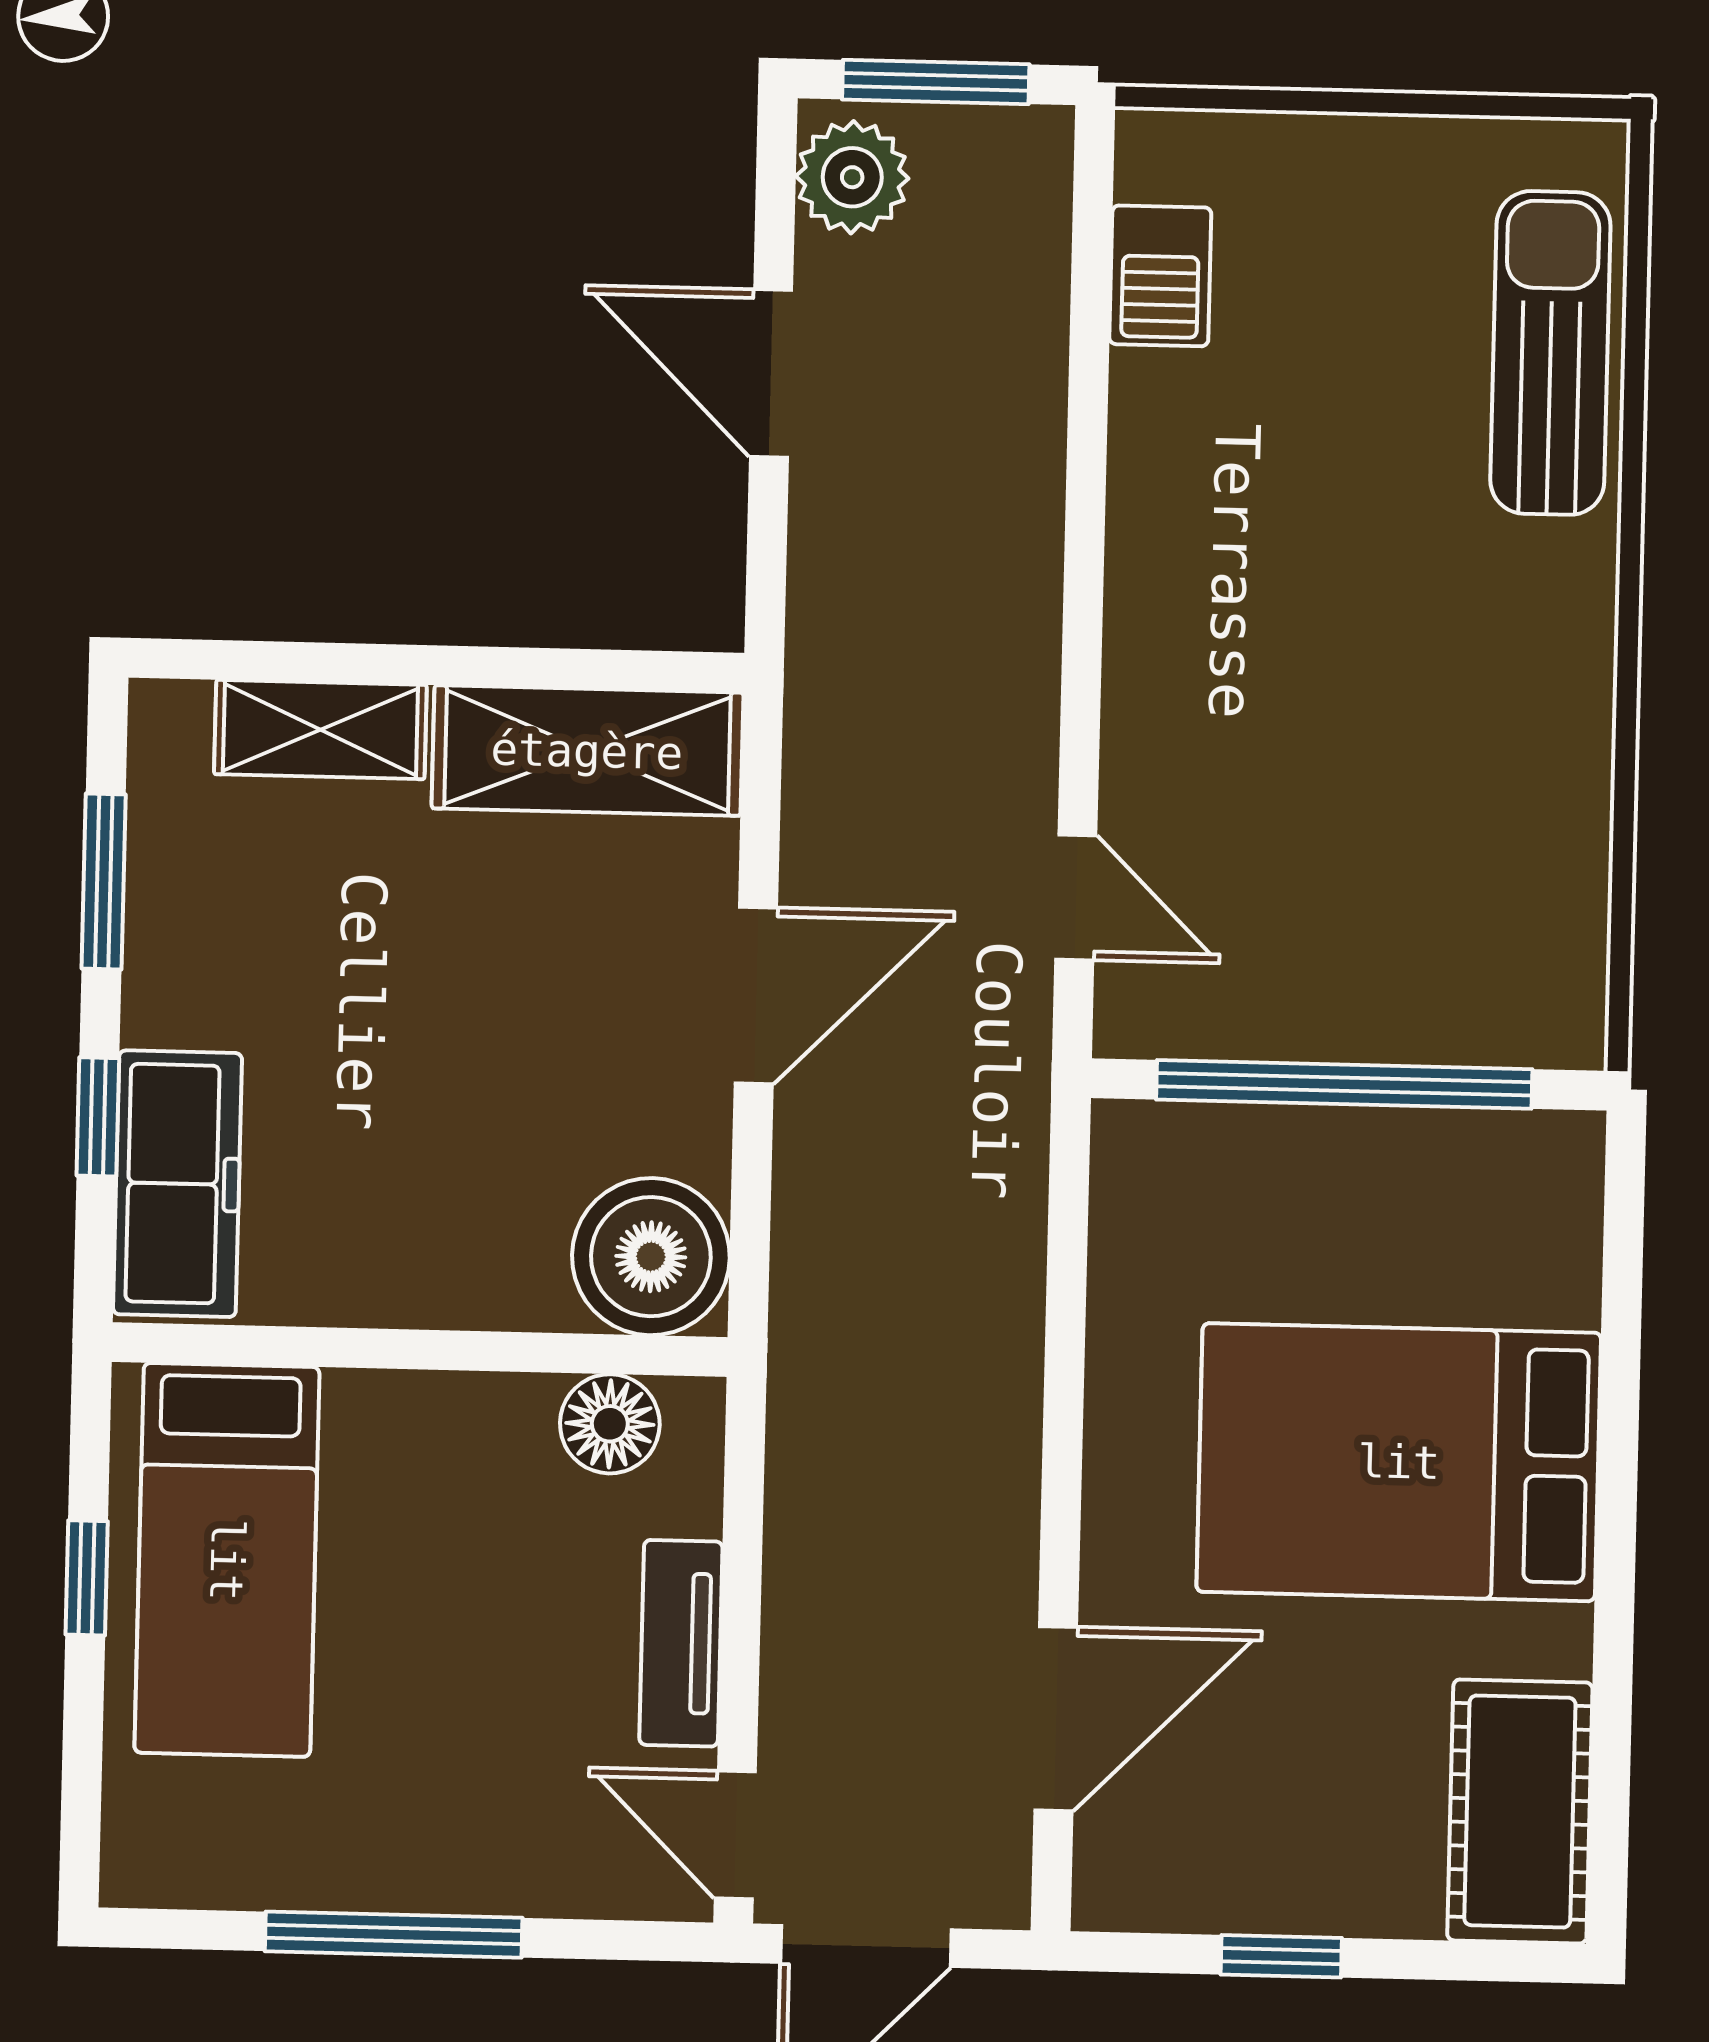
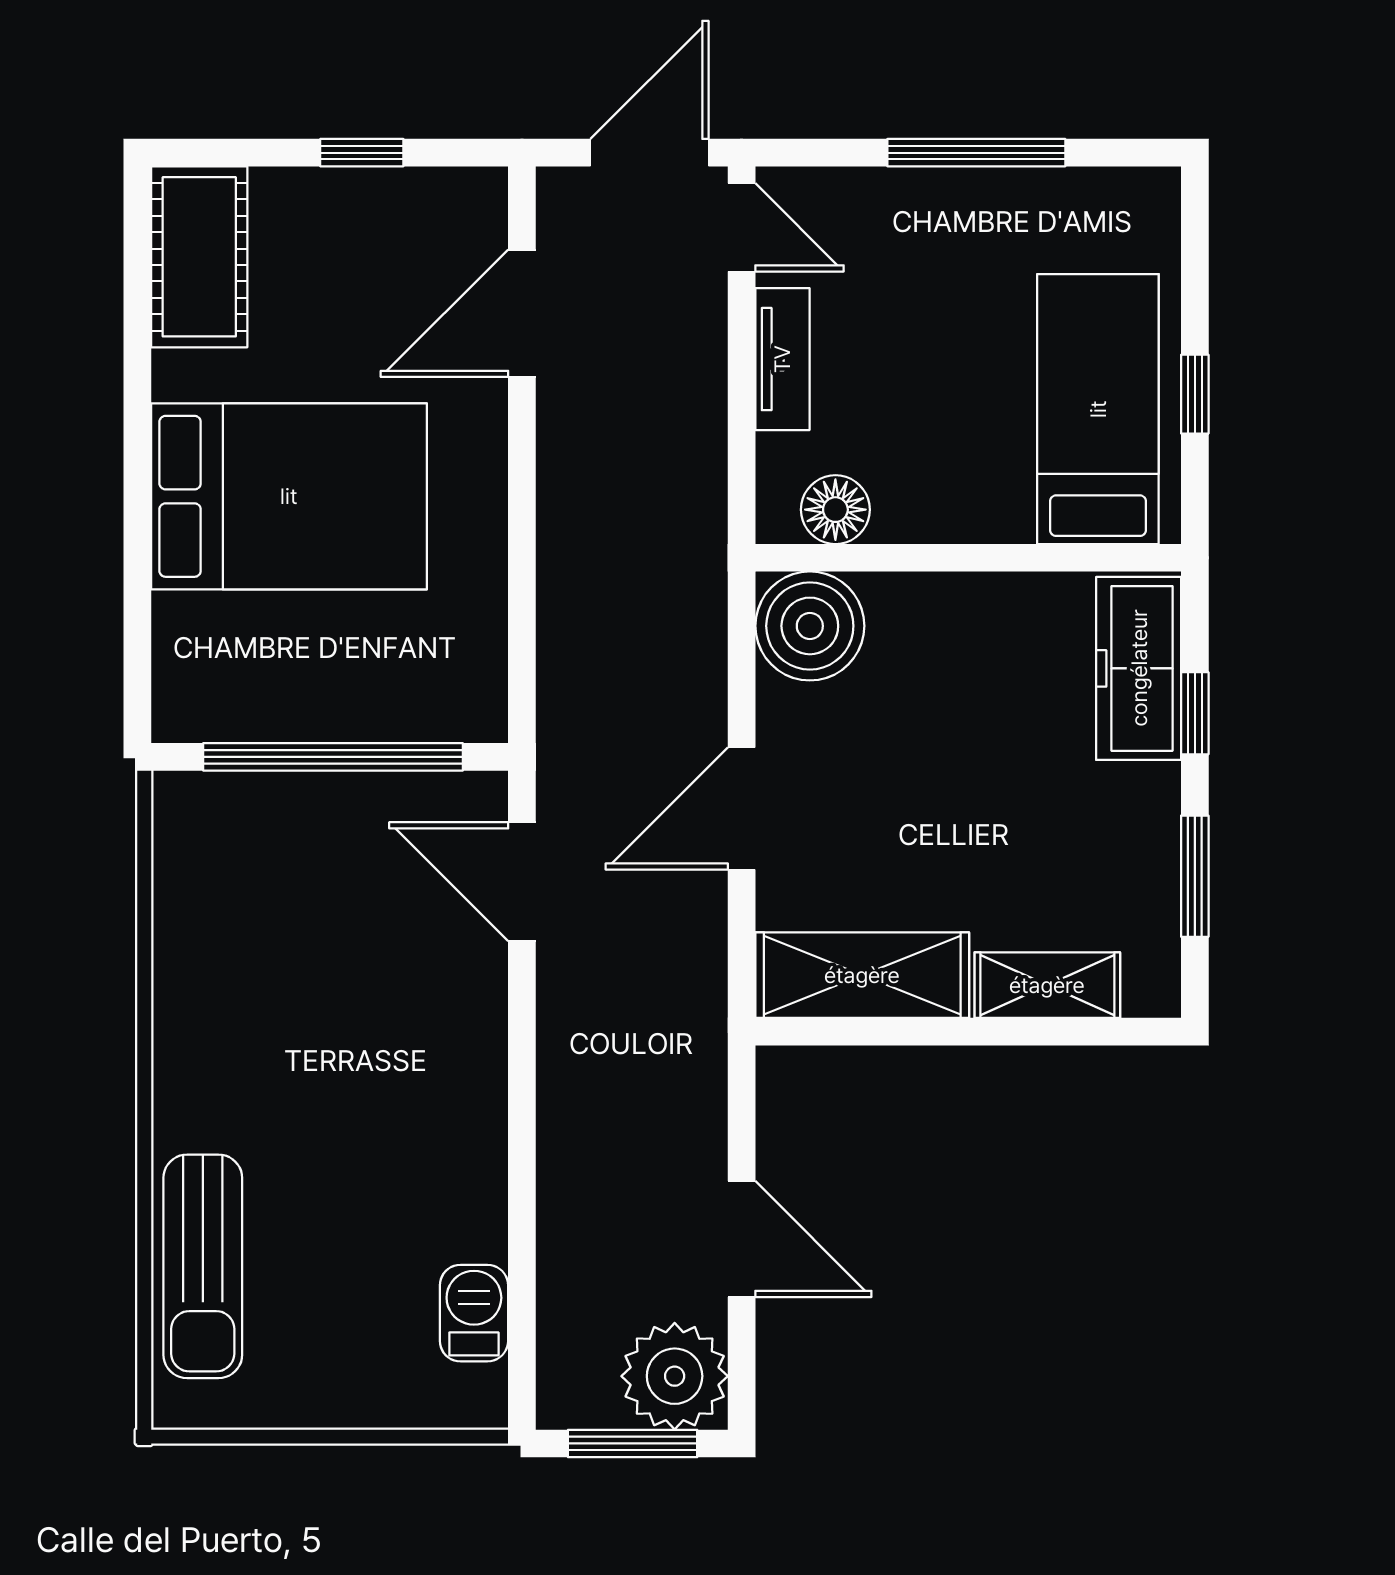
plant: (852, 177) -> (675, 1376), width x1.36, depth x1.36
door: (1076, 897) -> (522, 882), width x1.38

